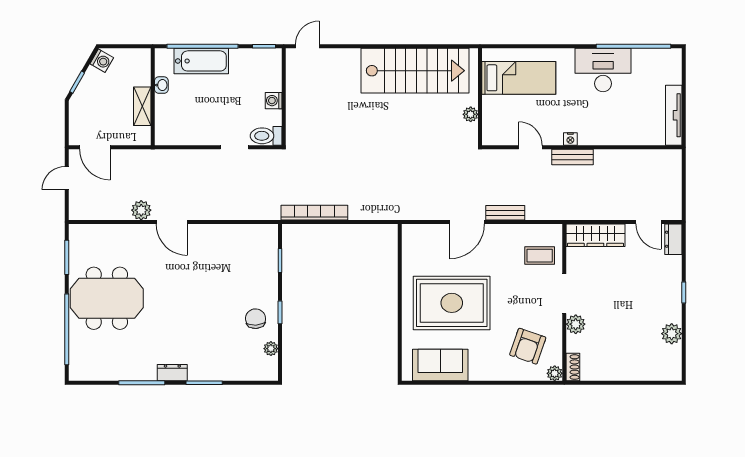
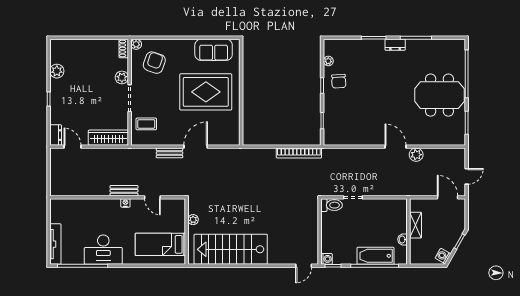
washing machine: (274, 101) -> (326, 259), moved
tv unit: (674, 115) -> (55, 244), moved

